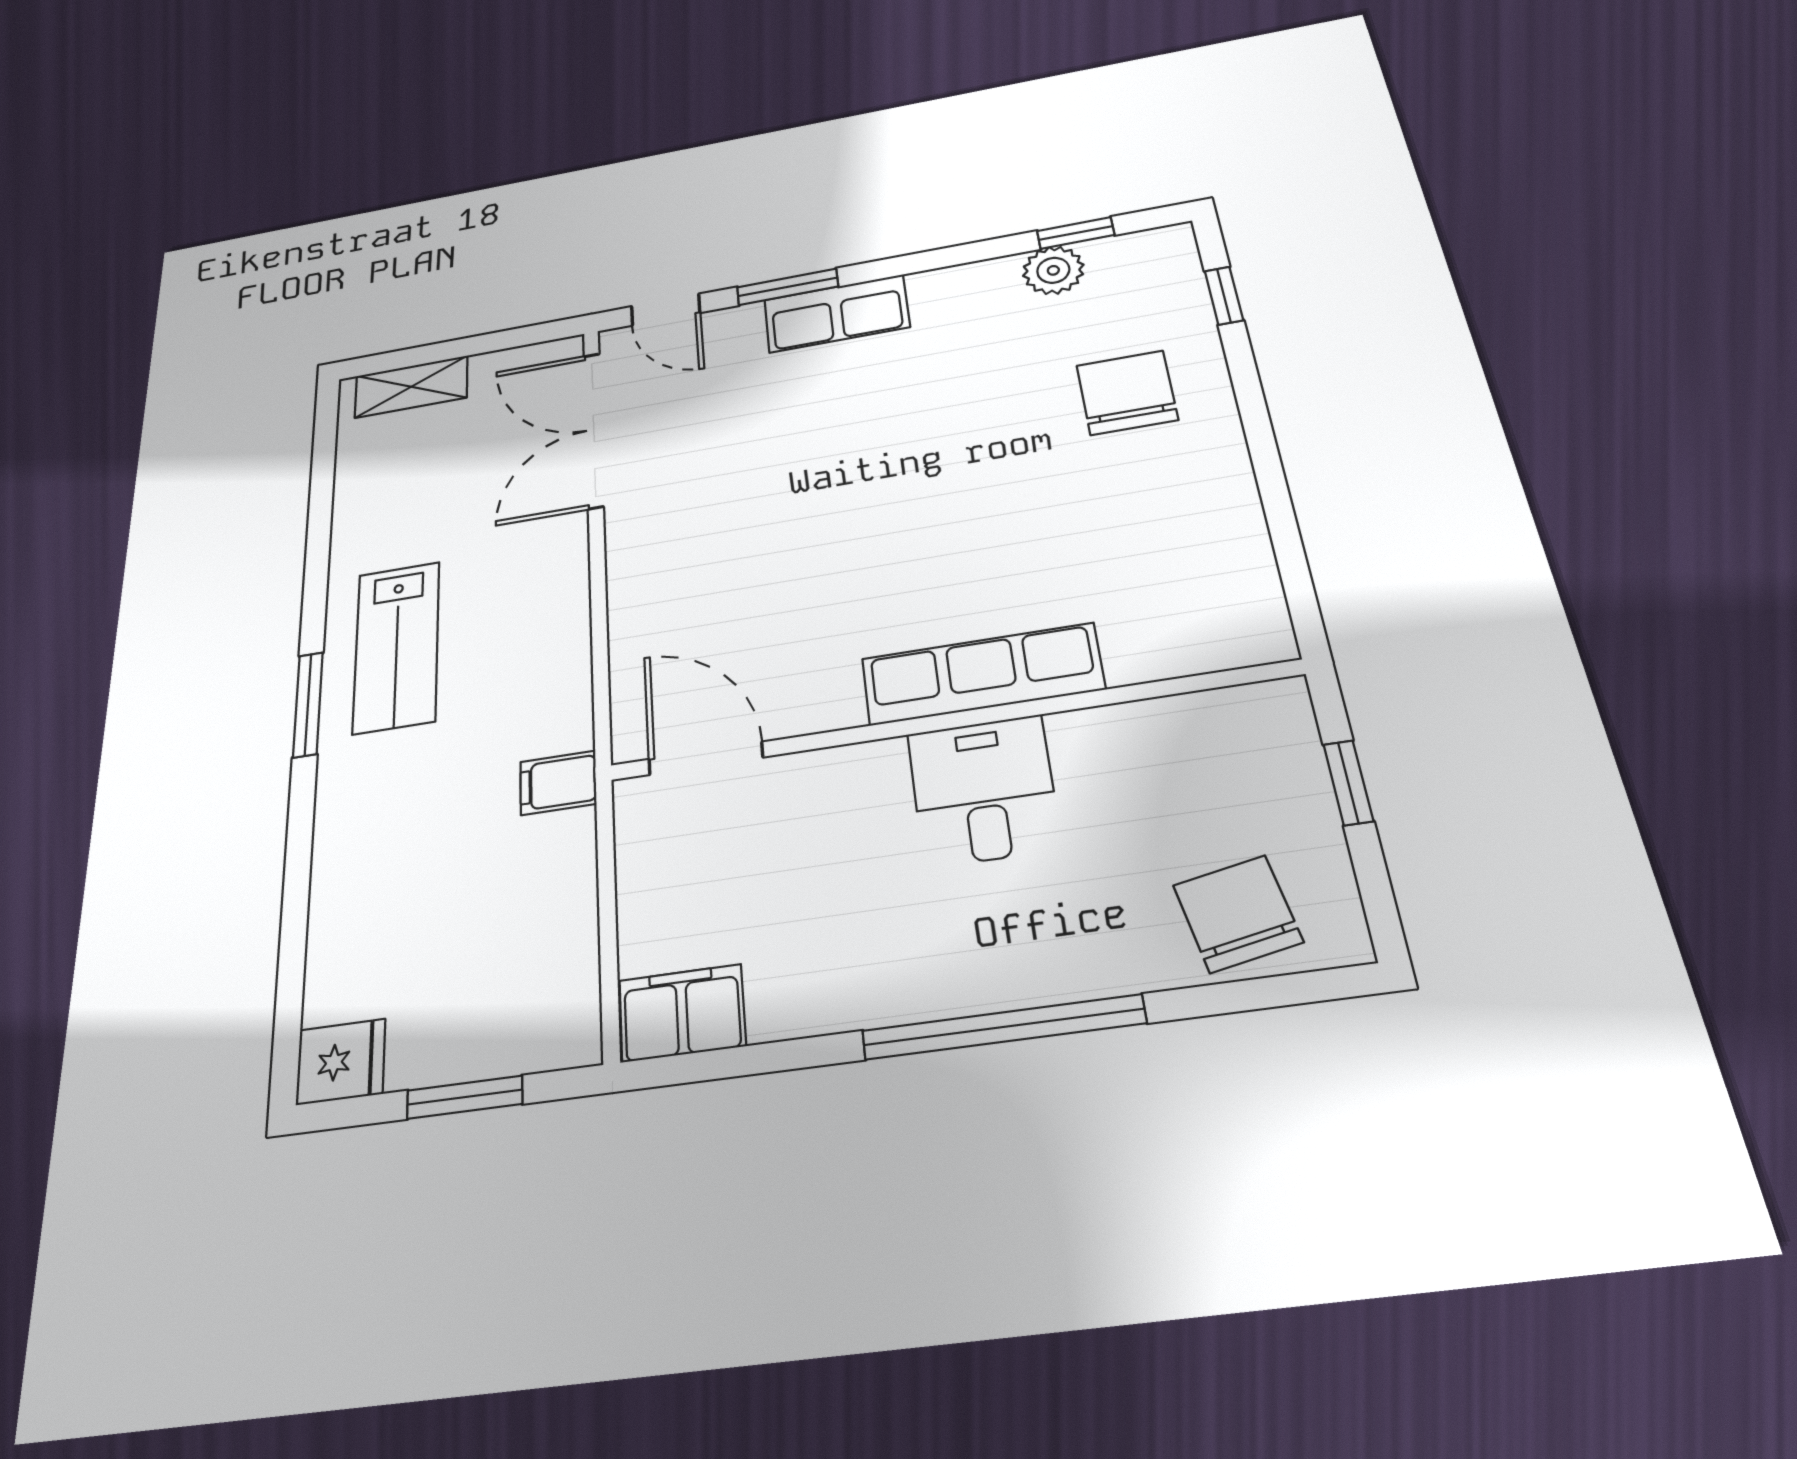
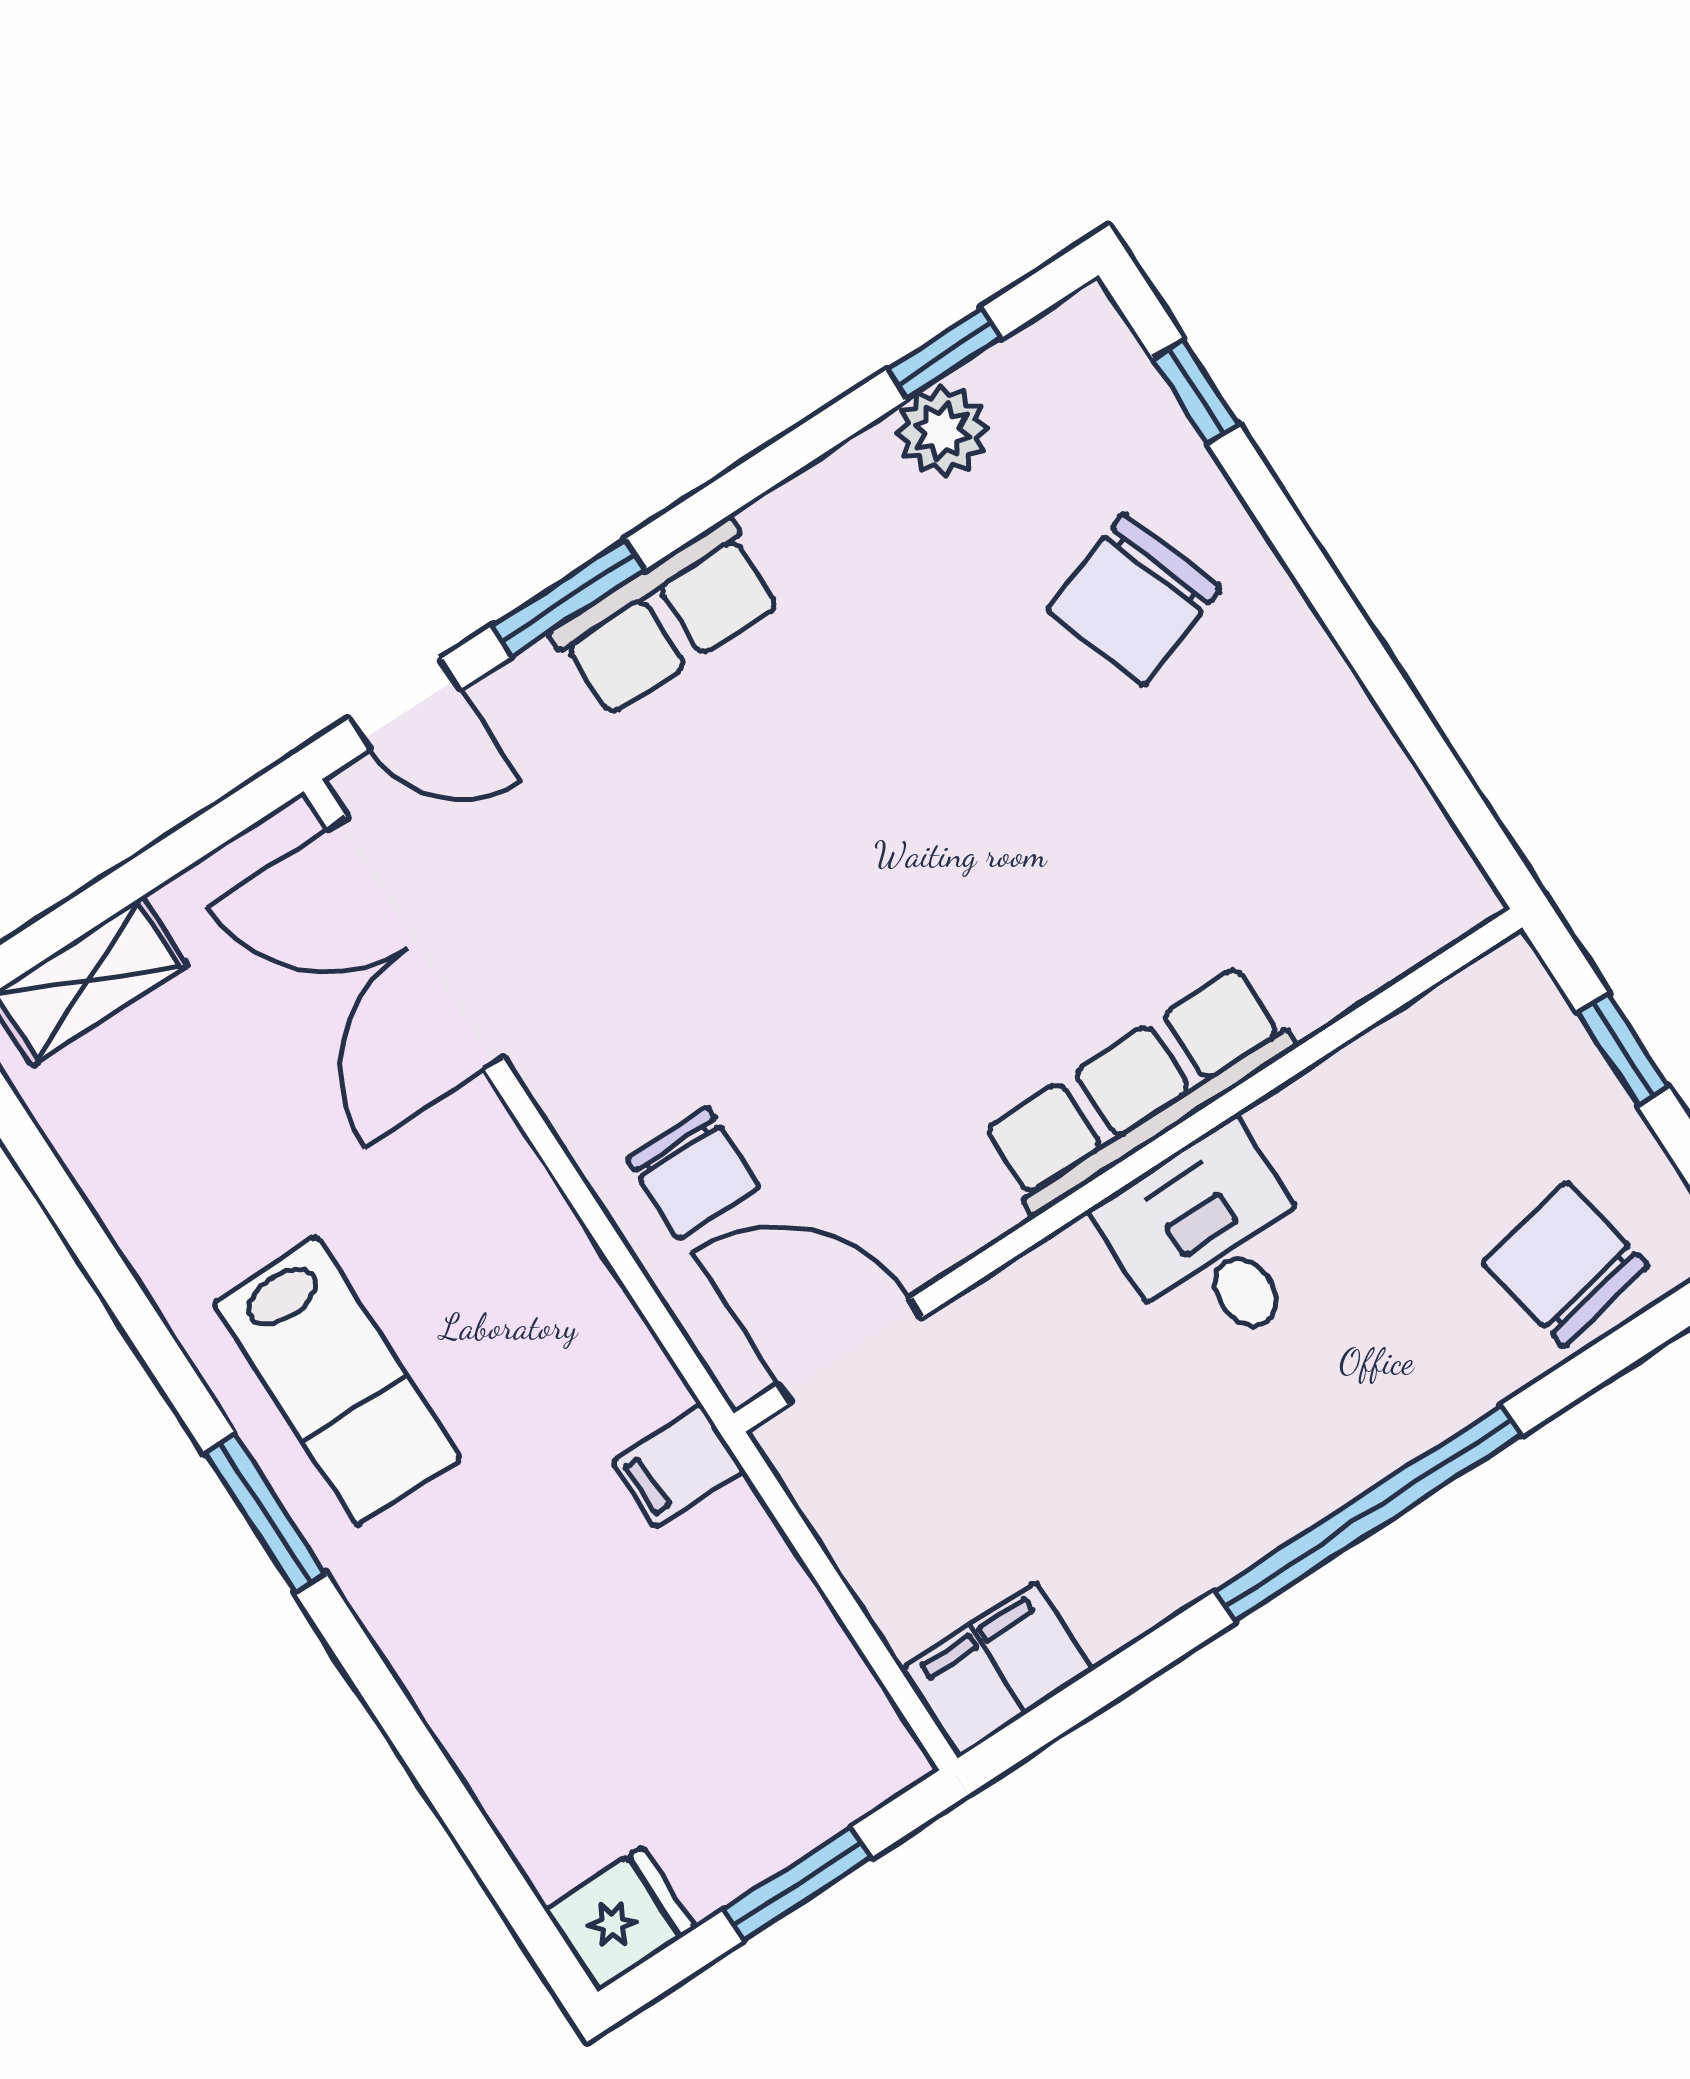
chair: (1127, 393) -> (1134, 600), turned -109
chair: (673, 613) -> (693, 1173), added

